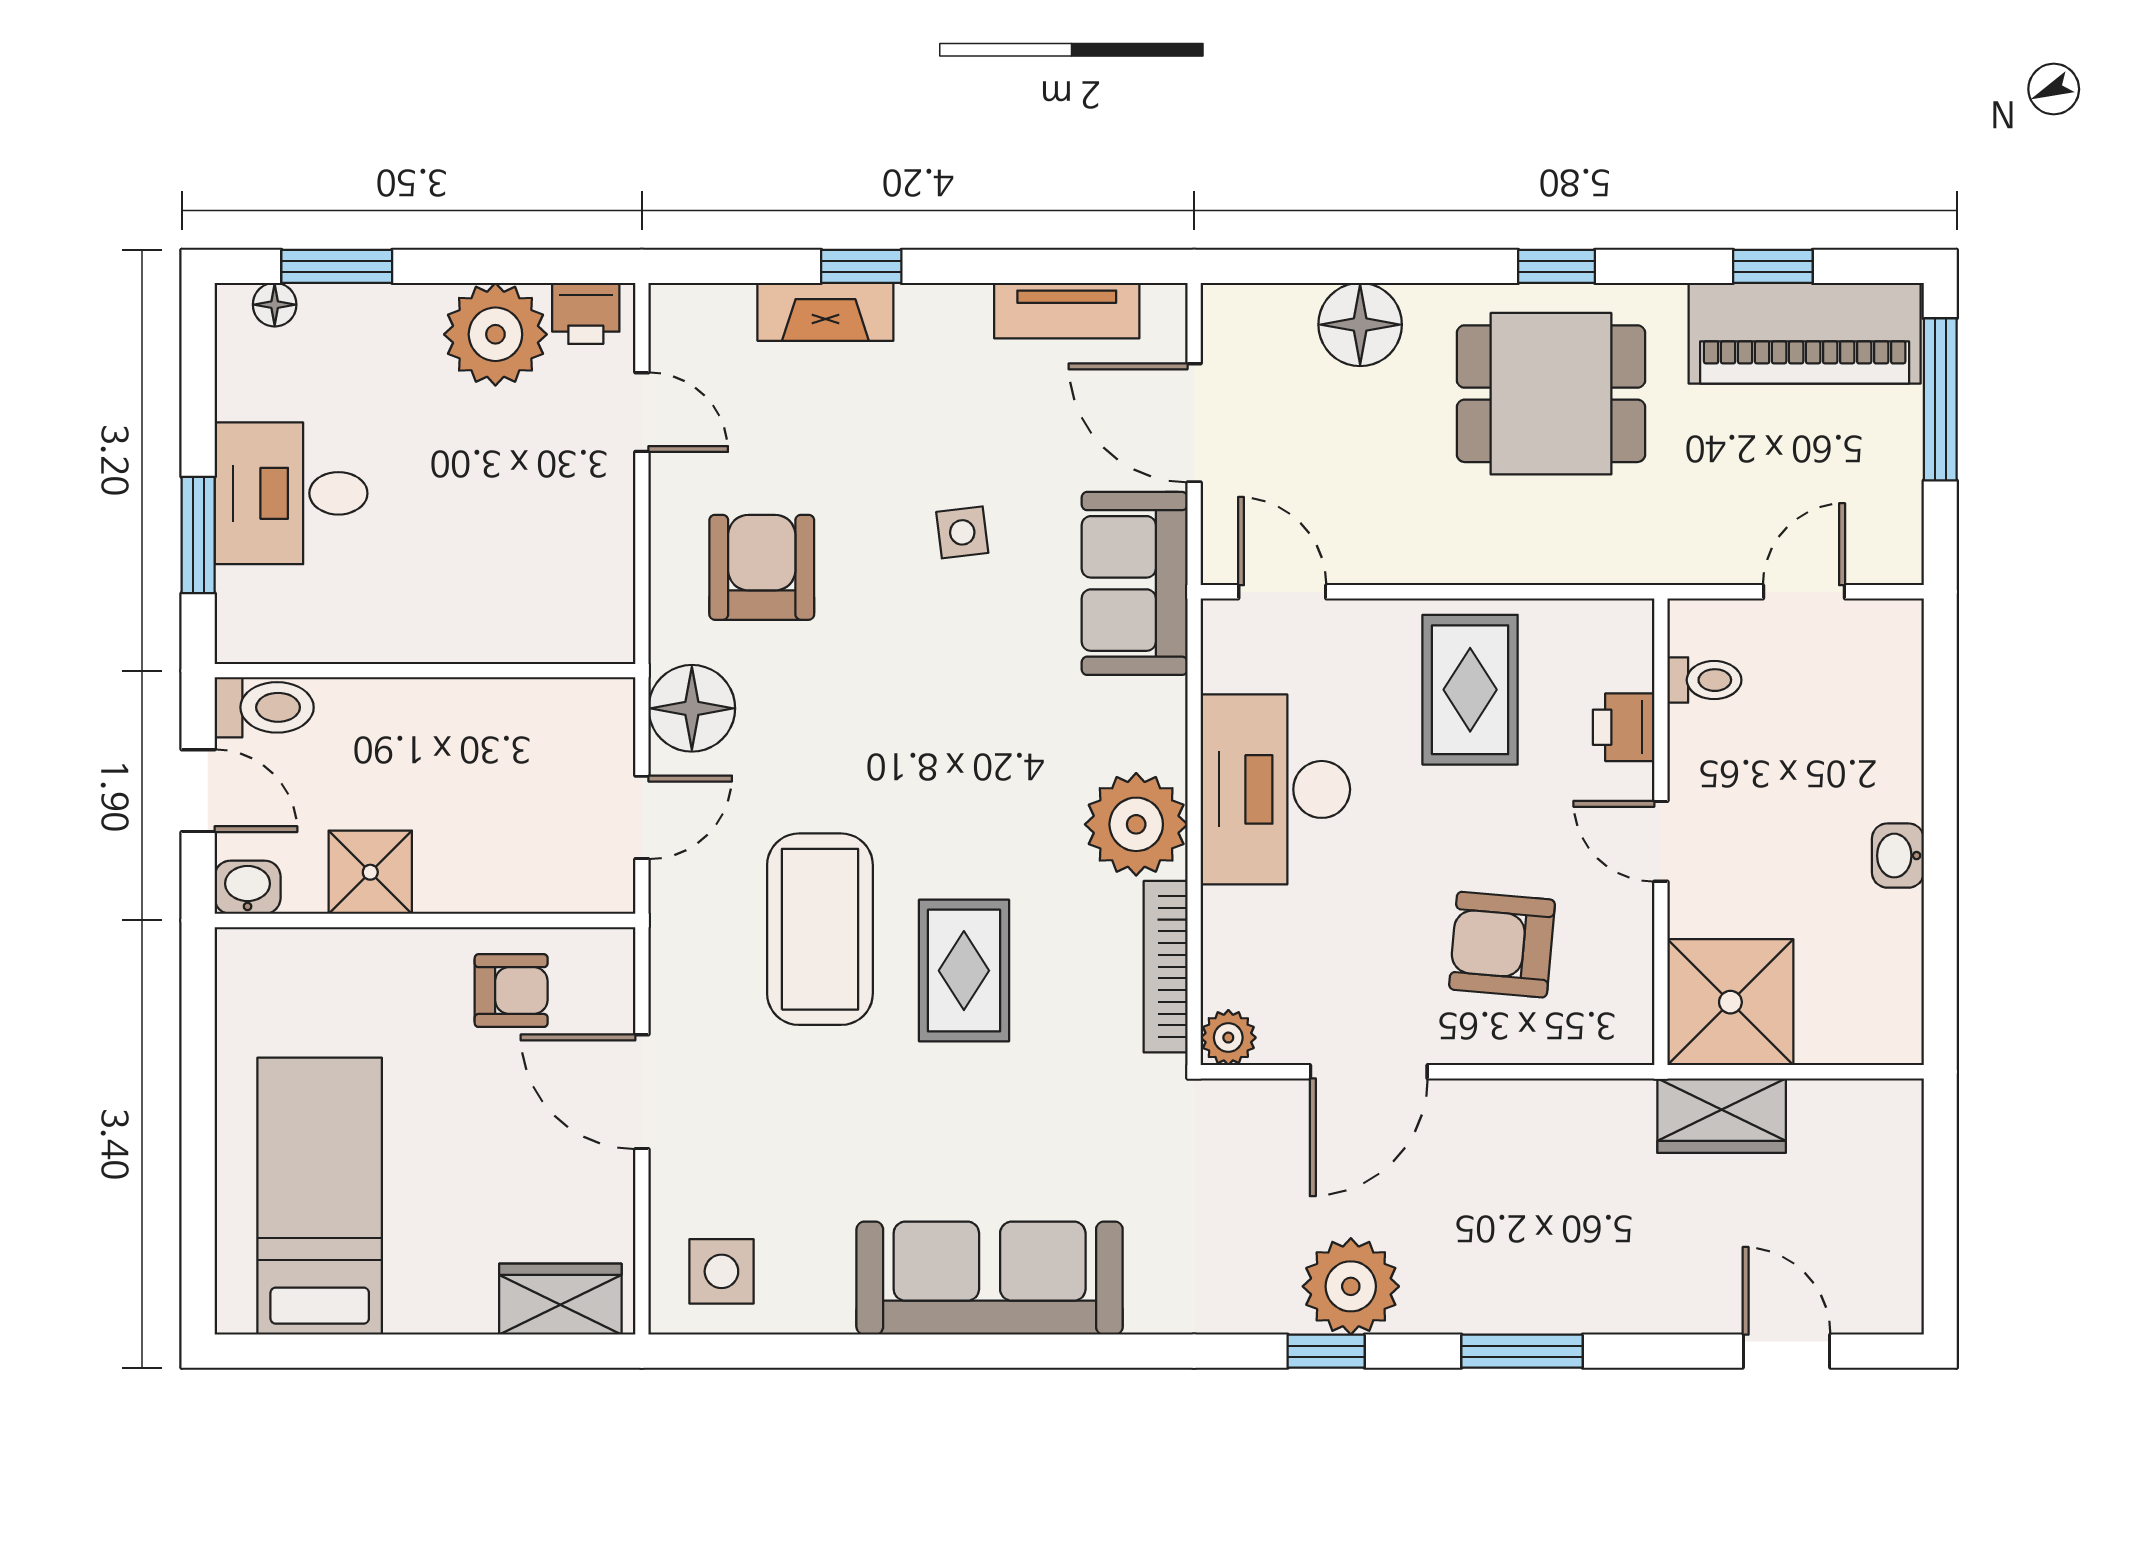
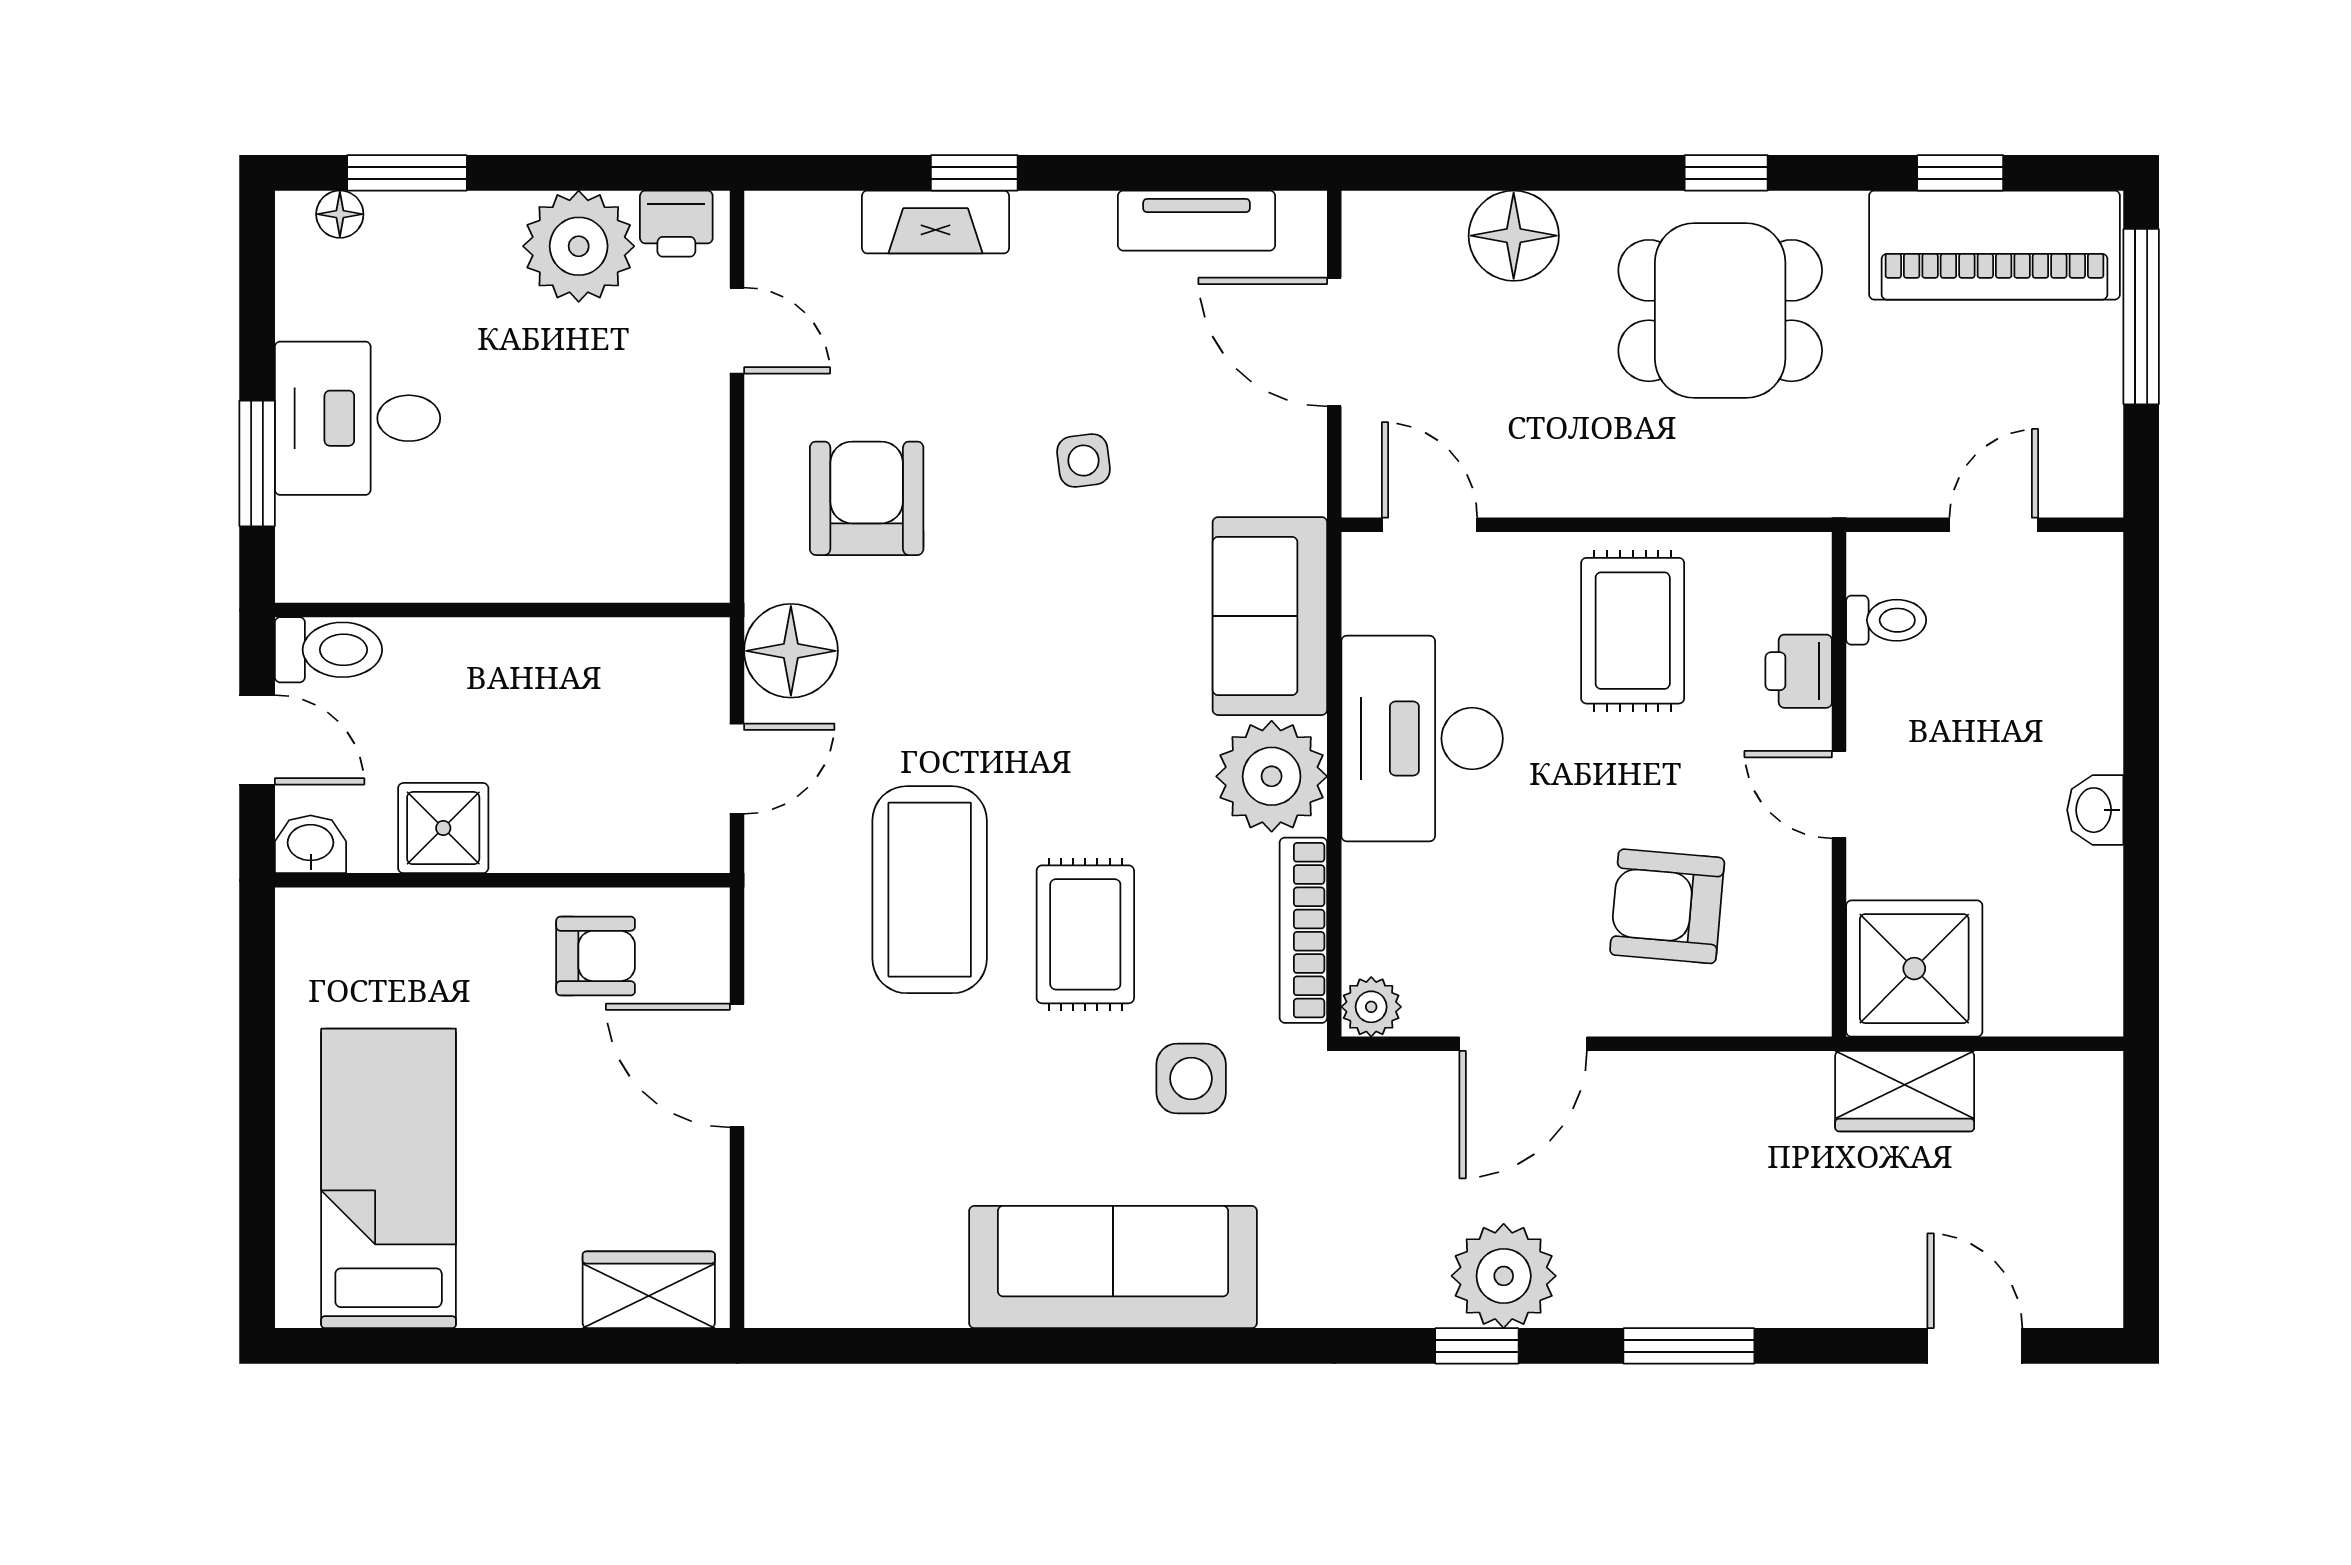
sofa: (1135, 583) -> (1270, 616), moved
side table: (721, 1271) -> (1191, 1078), moved

